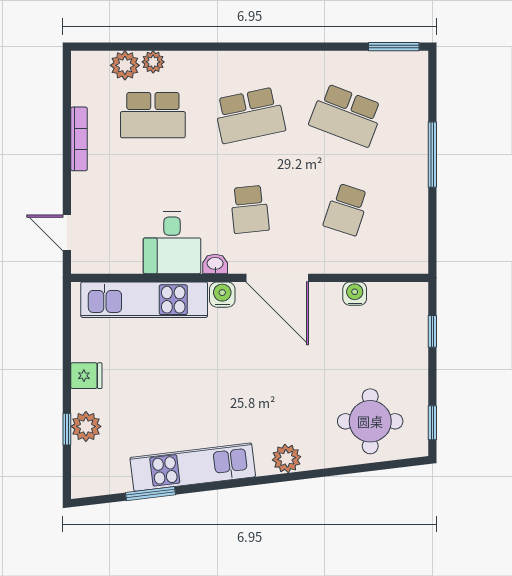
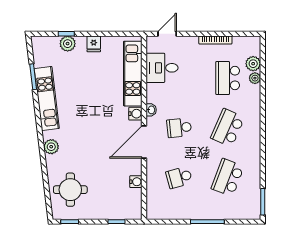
school desk: (250, 115) -> (228, 128), turned 36
school desk: (346, 209) -> (179, 177), turned -33
desk: (172, 243) -> (162, 68), moved

